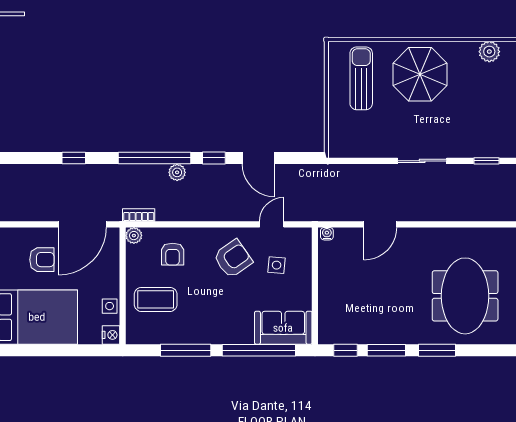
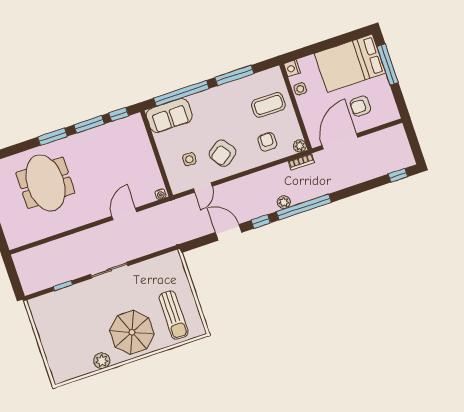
plant: (489, 52) -> (102, 361), moved
window: (74, 158) -> (398, 175), moved

